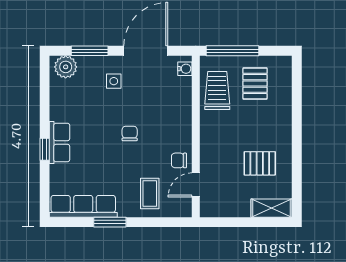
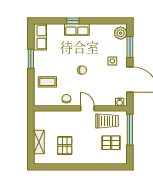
door: (196, 185) -> (87, 108), moved
row of seats: (83, 206) -> (40, 37), width x0.68
shelving: (271, 208) -> (39, 142), moved

